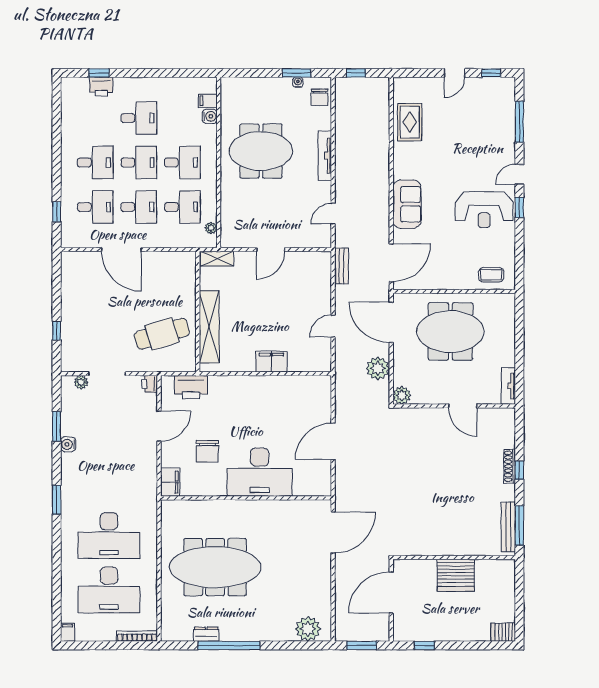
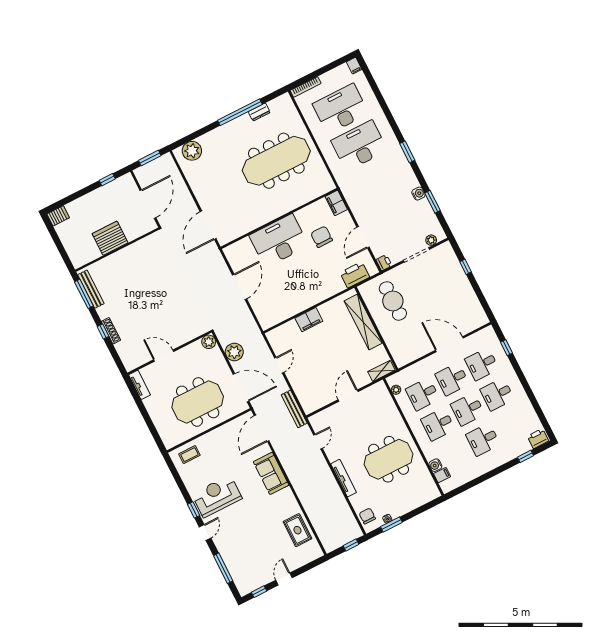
printer: (101, 87) -> (538, 439), moved
bench: (342, 266) -> (294, 409), width x1.36
cafe table: (162, 334) -> (393, 301), turned -73

